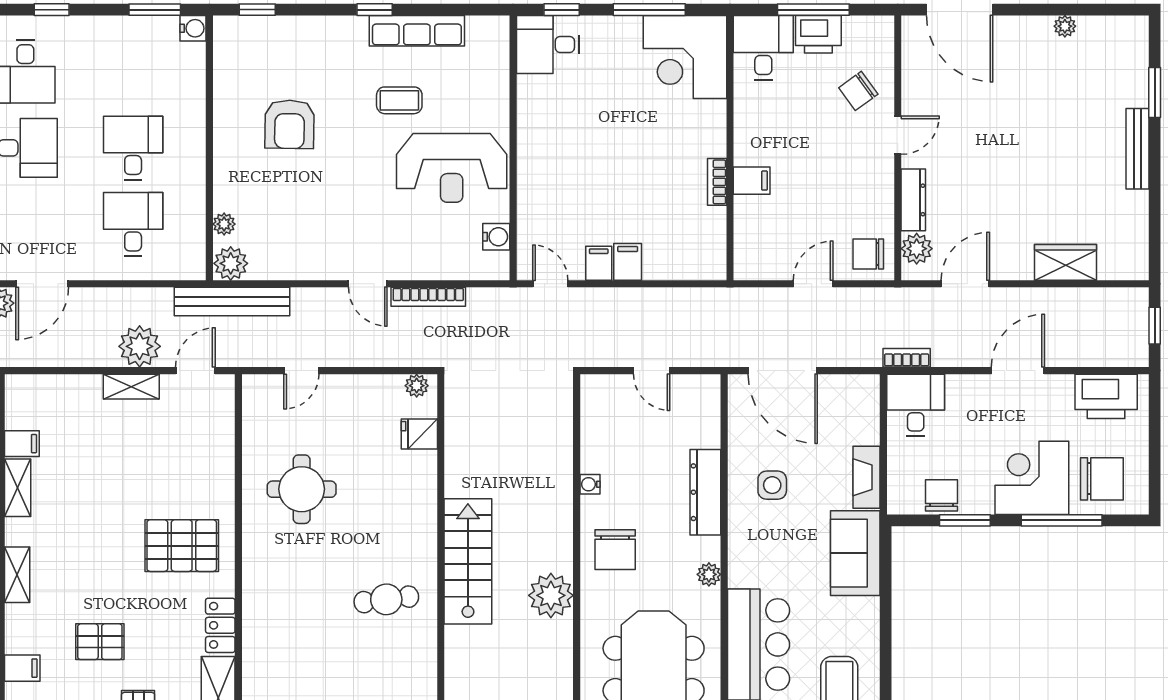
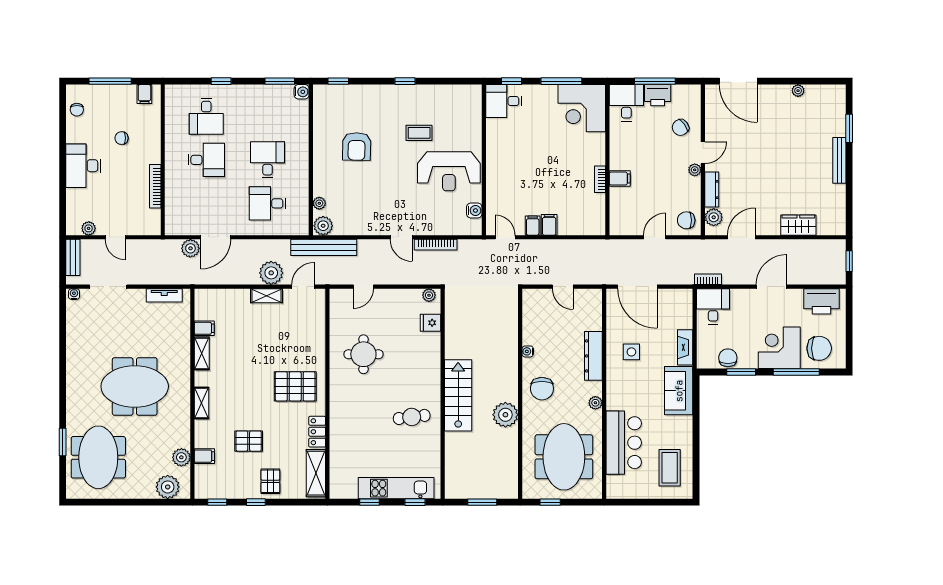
row of seats: (417, 31) -> (429, 93), removed
plant: (883, 165) -> (695, 170), added
desk: (133, 224) -> (267, 203), turned -90

